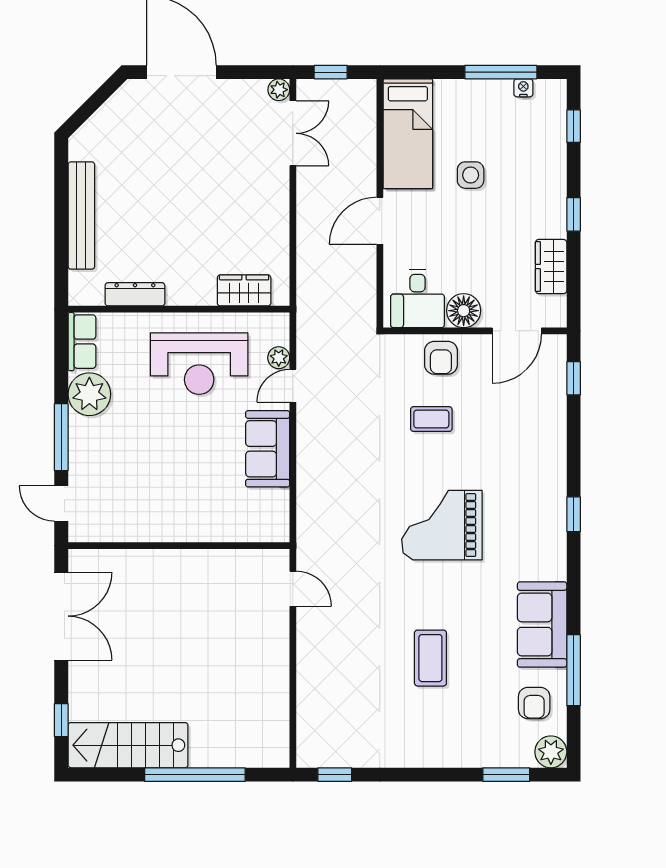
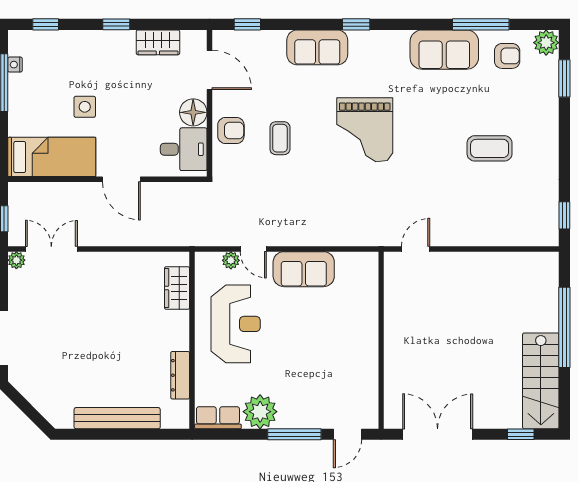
sofa: (545, 466) -> (317, 47), added
coffee table: (430, 658) -> (490, 148), moved

